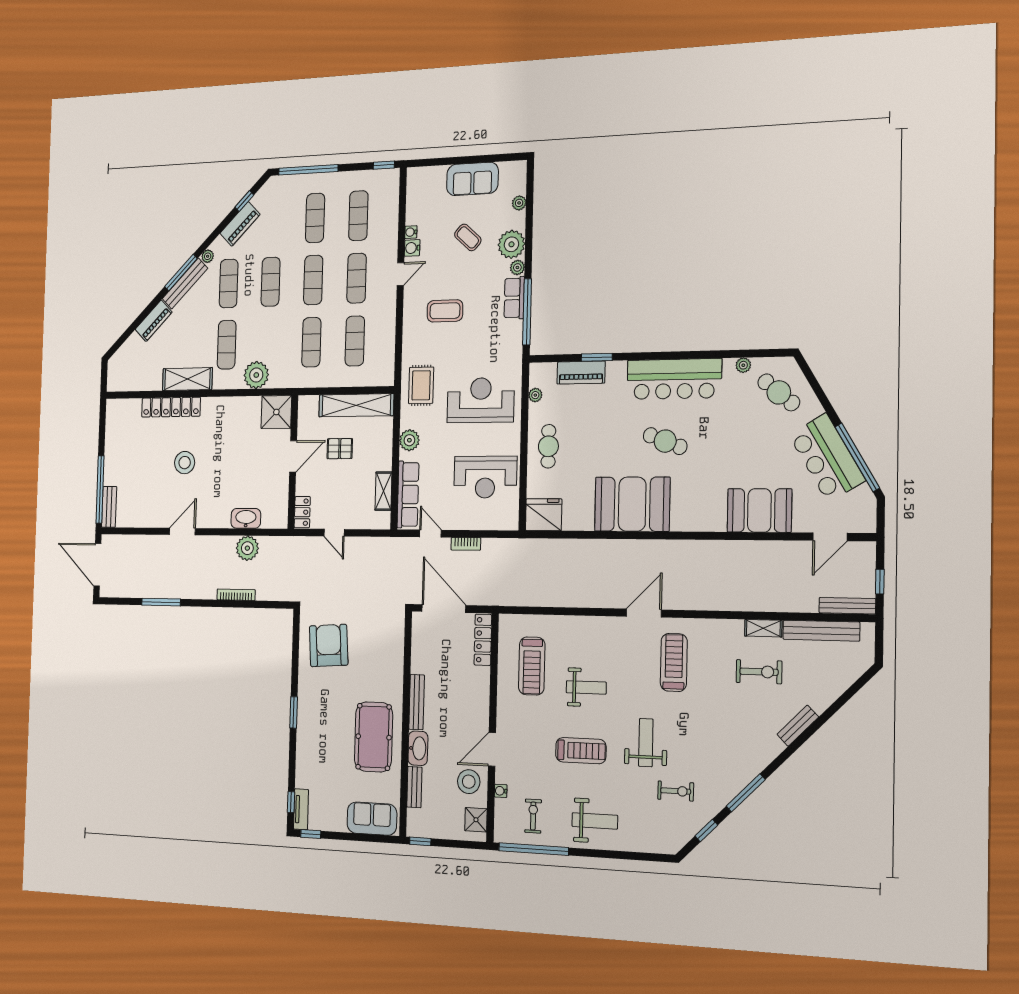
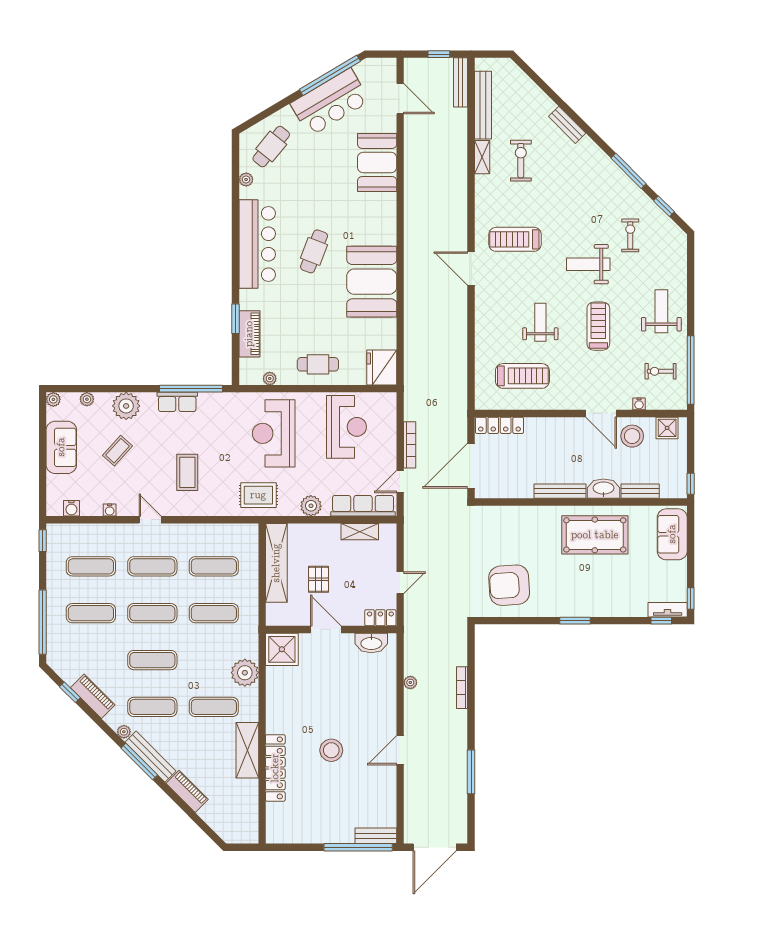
water cooler: (412, 248) -> (71, 508), moved
plant: (517, 267) -> (53, 399), moved
washbasin: (246, 518) -> (371, 643), moved, turned -90
door: (182, 531) -> (400, 750), hinge flipped
bookcase: (466, 544) -> (410, 445), width x1.56
plant: (247, 548) -> (410, 682), width x0.53, depth x0.53

